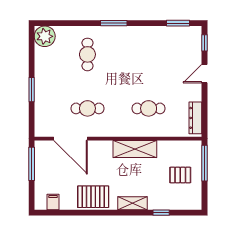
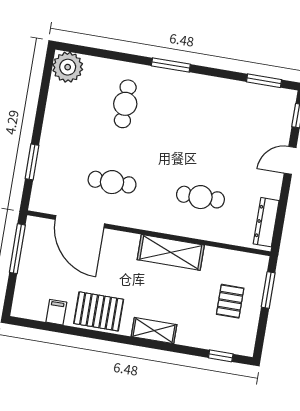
window: (32, 90) -> (32, 162), moved
window: (205, 163) -> (268, 290), width x0.69
pallet: (180, 175) -> (230, 301), turned 90
filing cabinet: (53, 202) -> (56, 312), moved
window: (161, 213) -> (221, 356), moved

